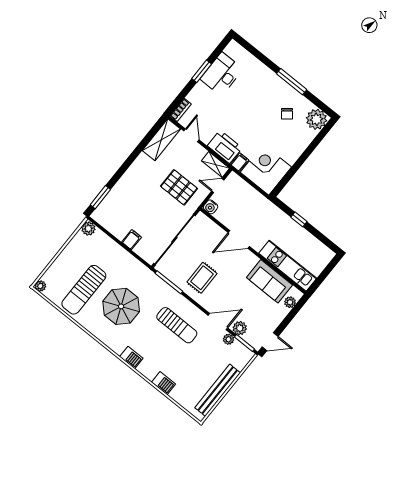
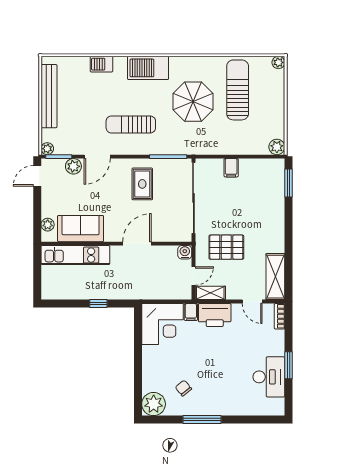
plant: (229, 339) -> (47, 149), moved
barbecue: (131, 358) -> (148, 68), width x1.88, depth x1.53

